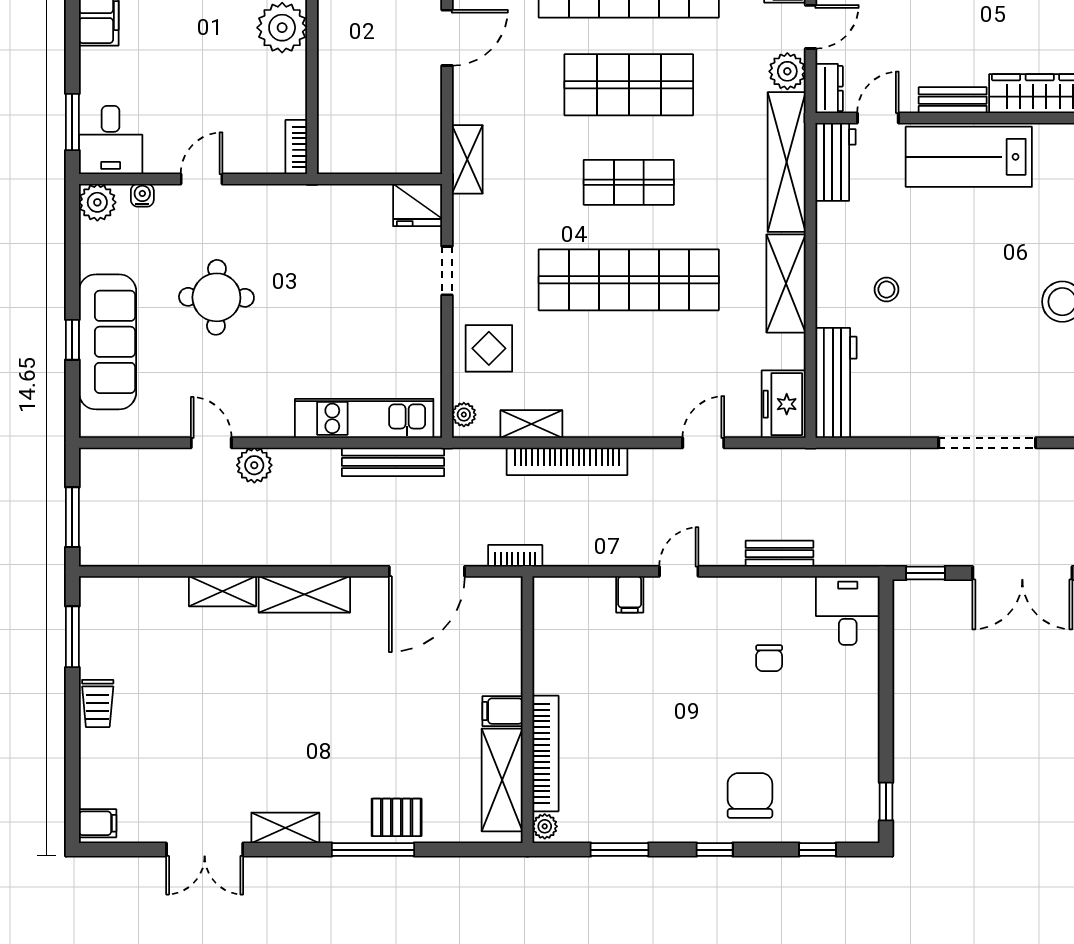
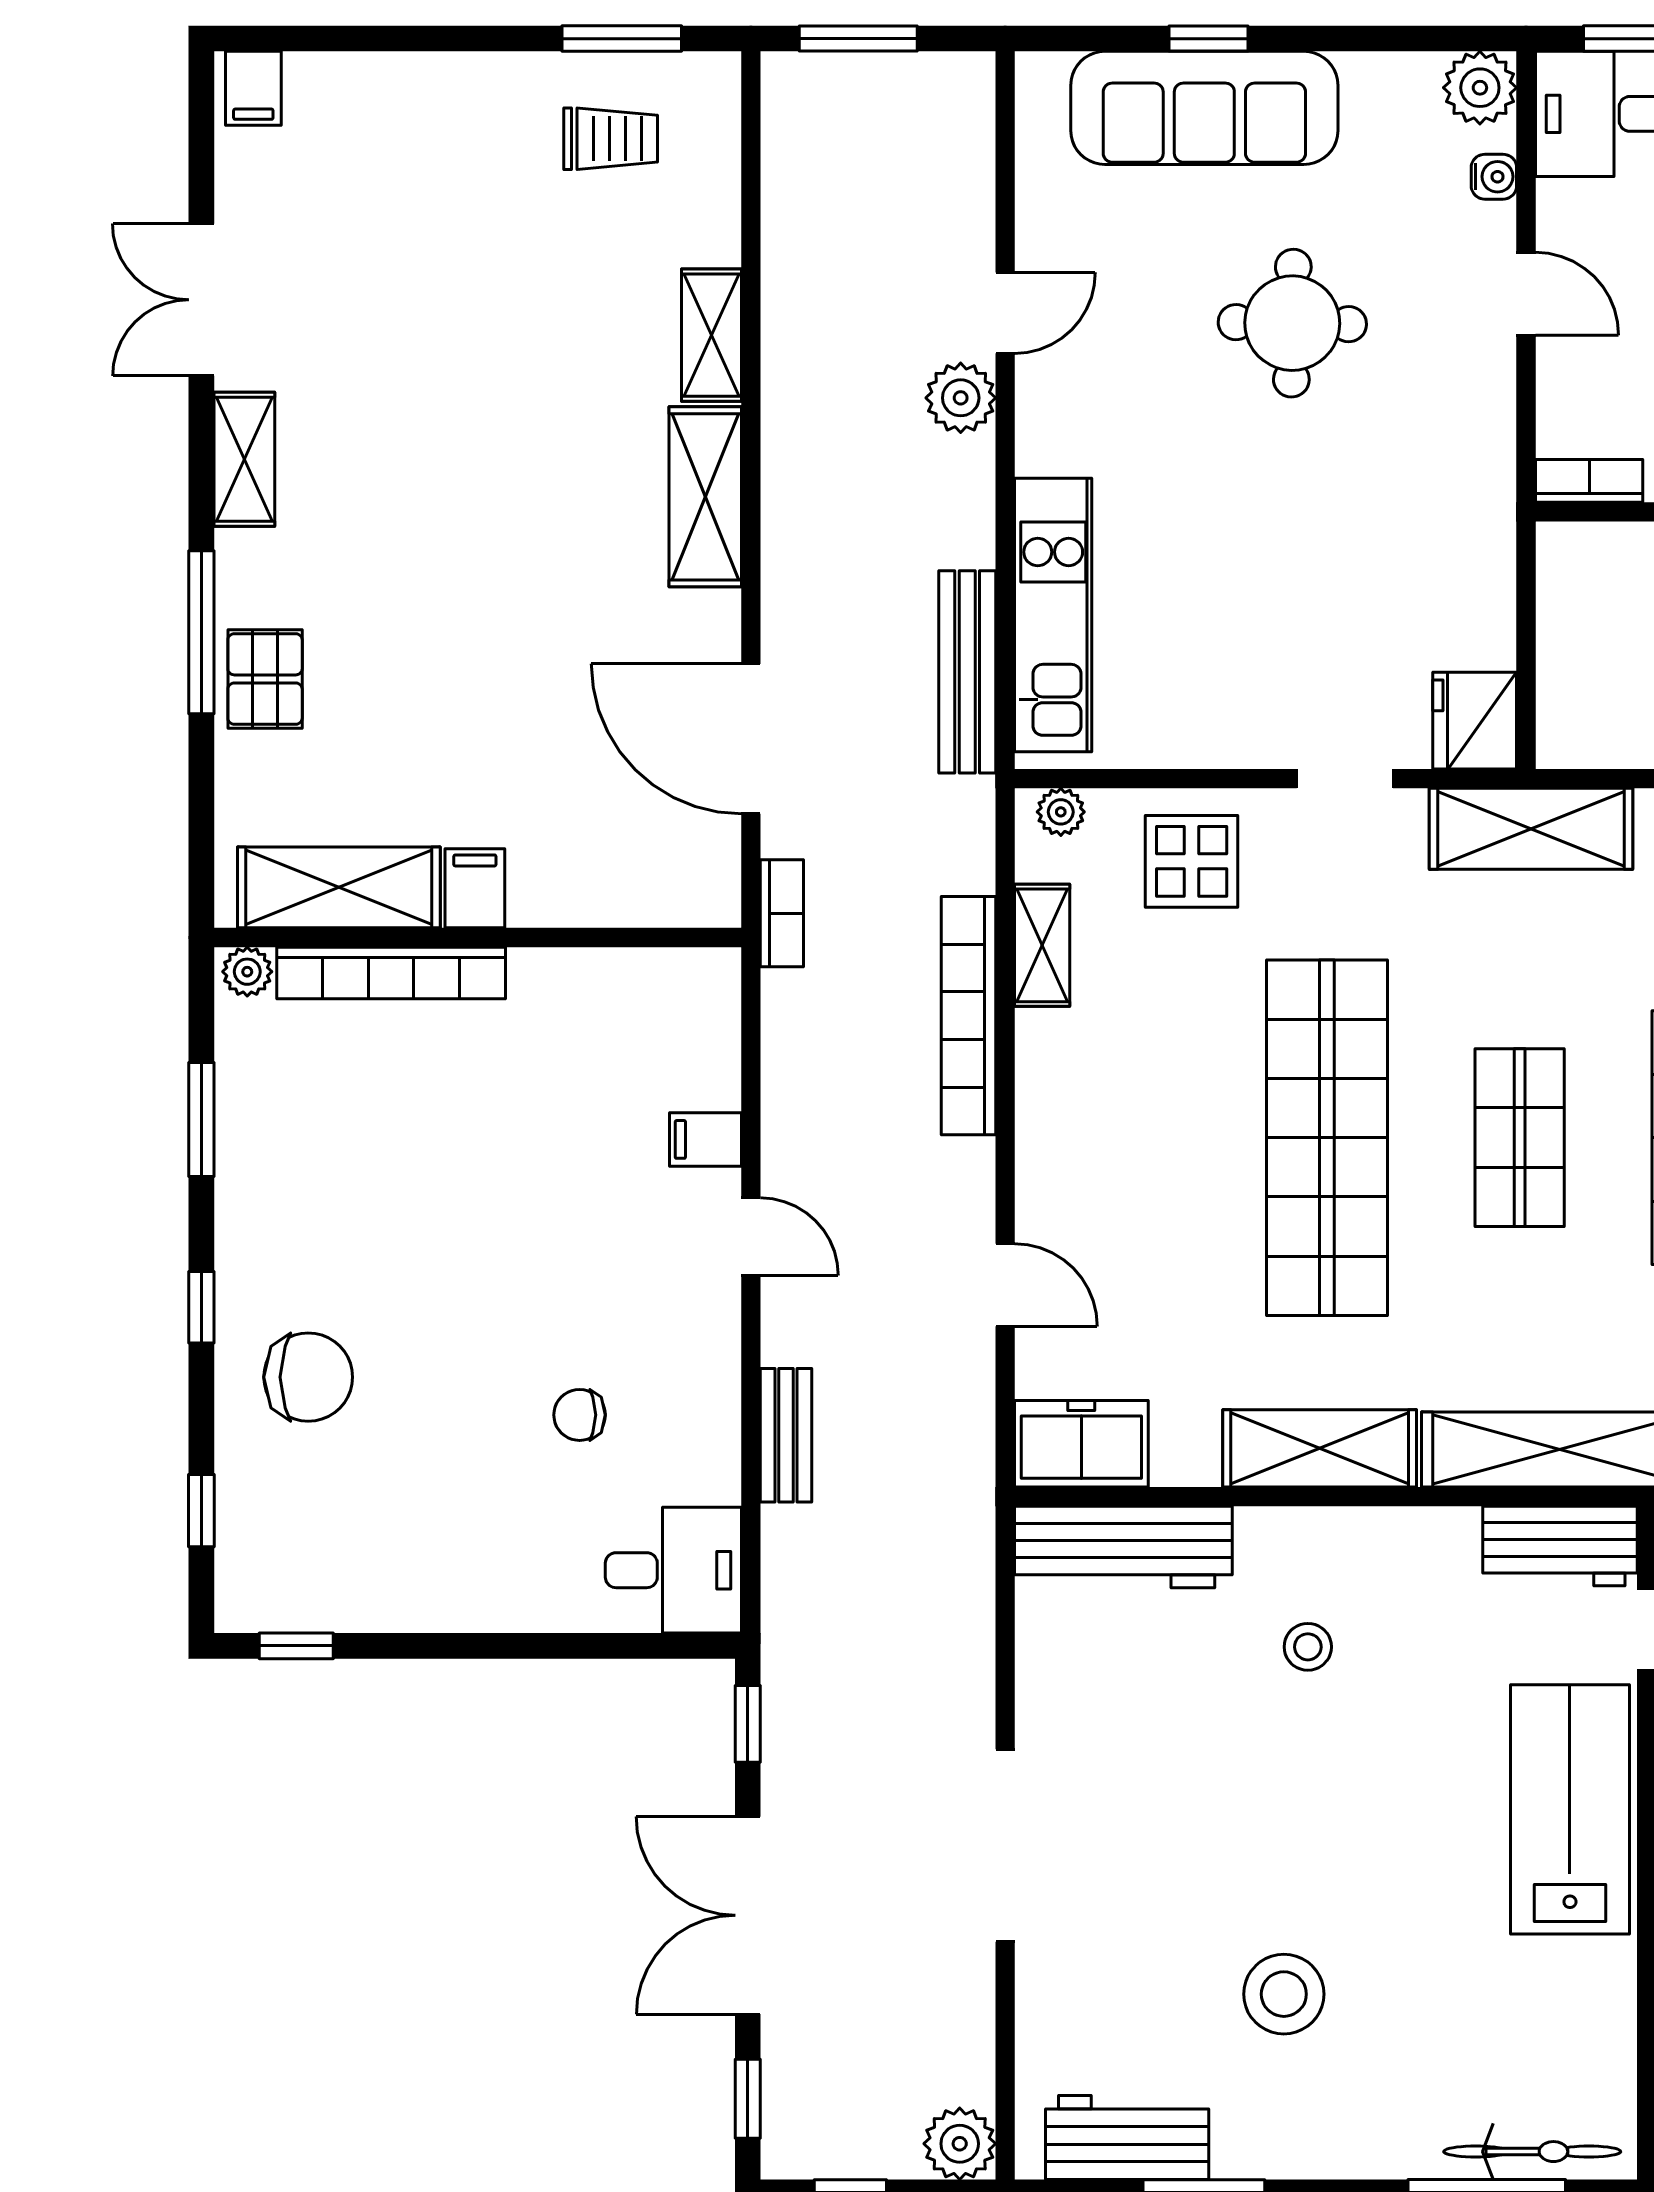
shelving: (467, 159) -> (1531, 829), width x1.50, depth x1.33
trolley: (98, 703) -> (611, 139), moved, turned 180

